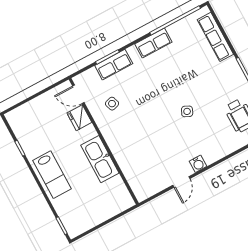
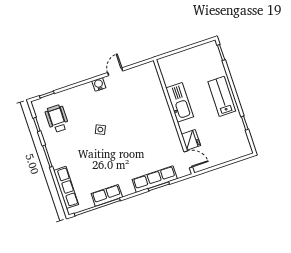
row of seats: (153, 43) -> (107, 195), moved
row of seats: (114, 65) -> (155, 179), width x1.48
side table: (112, 104) -> (162, 147), removed

